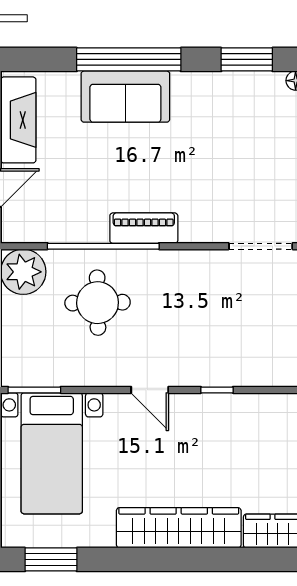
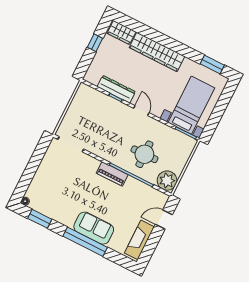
dresser: (224, 408) -> (116, 89), added

